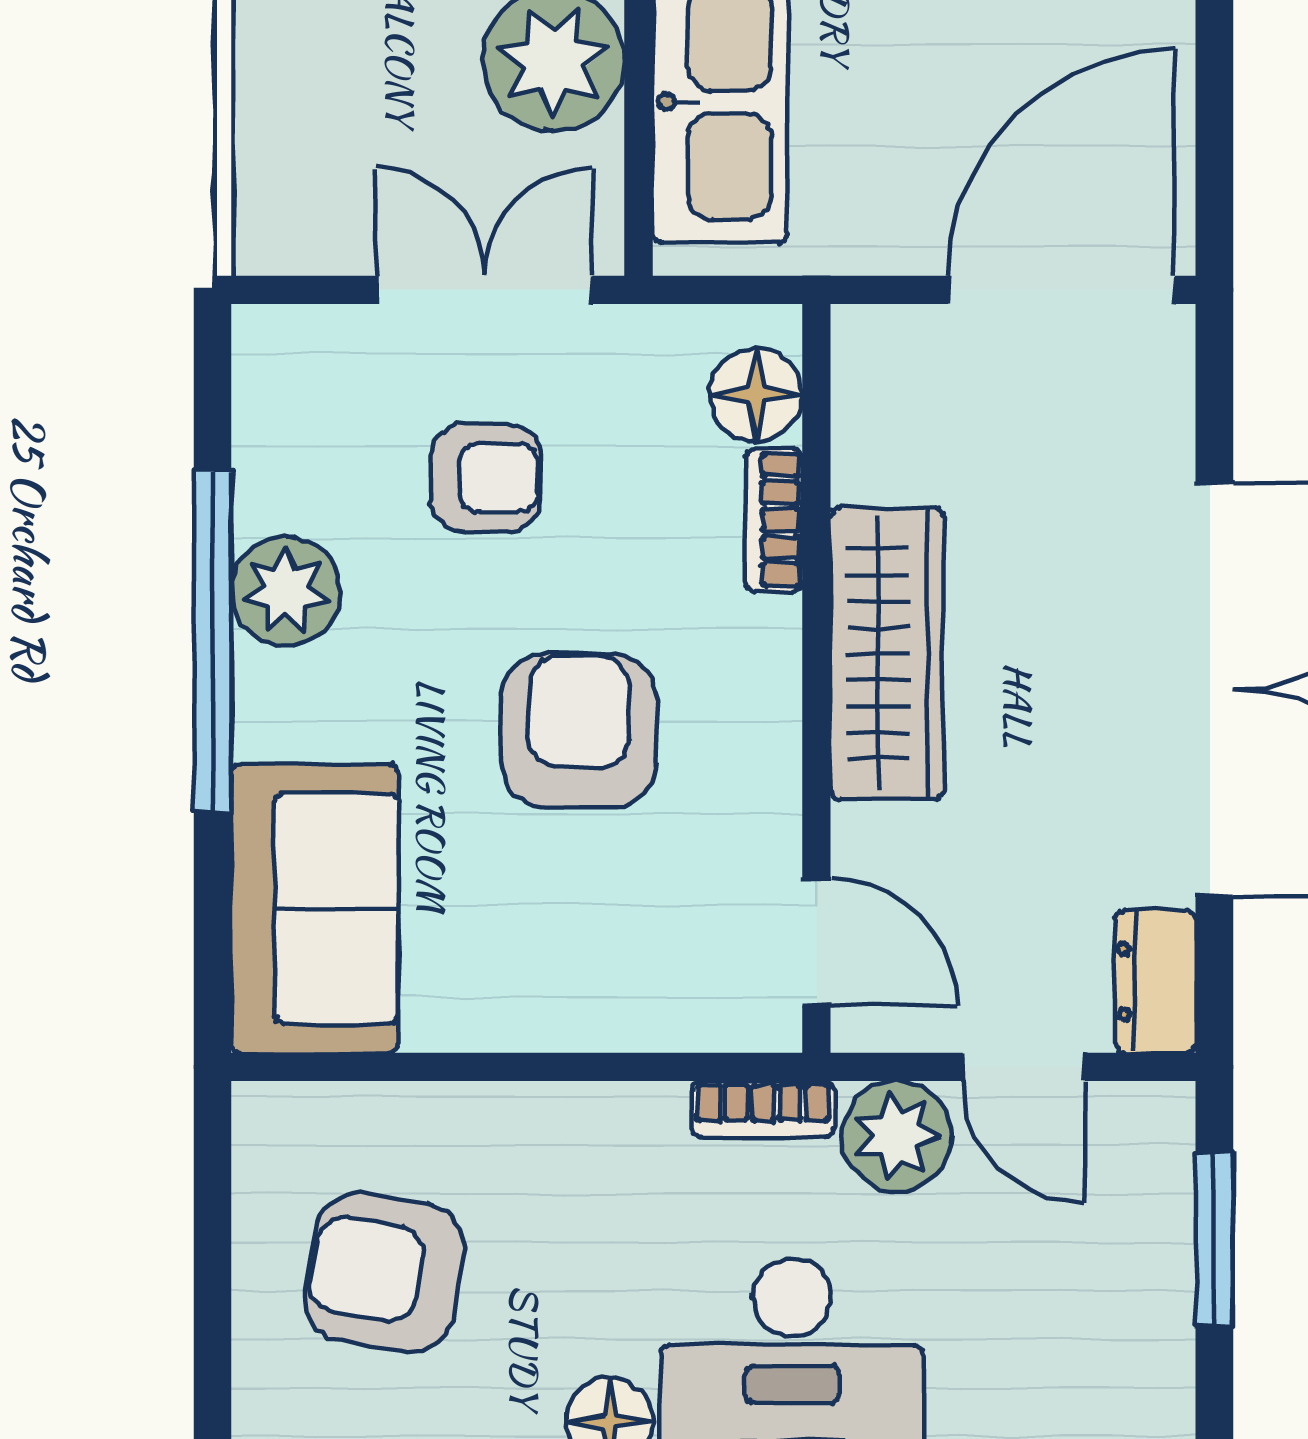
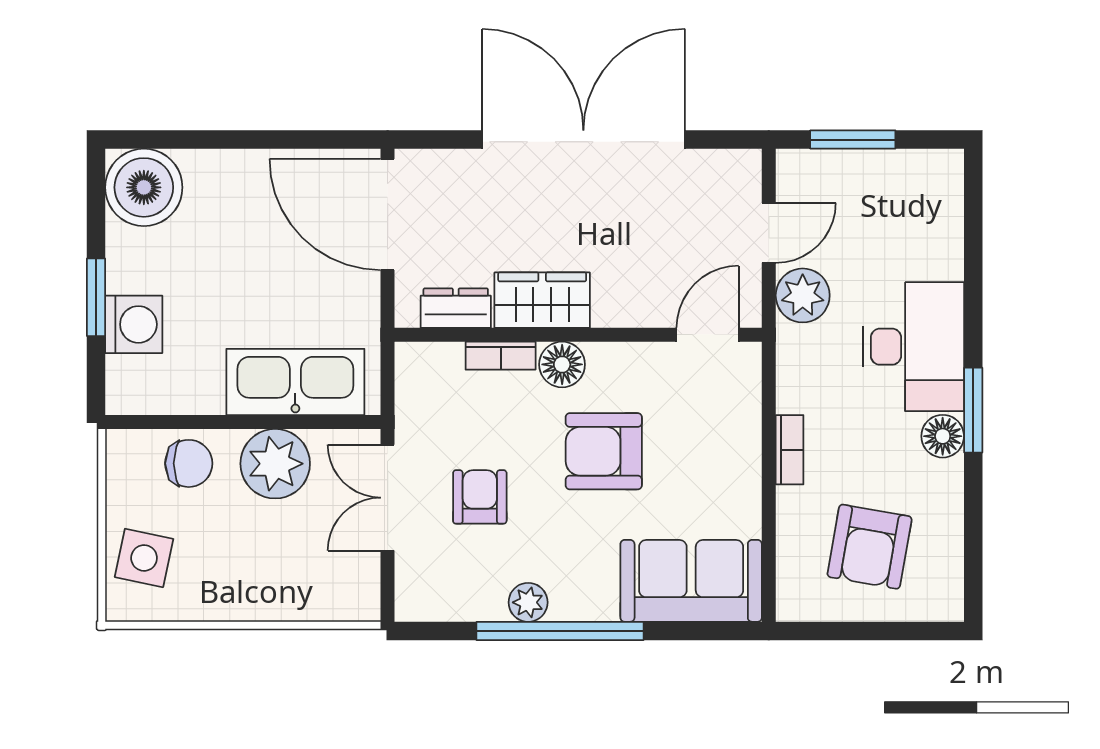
floor lamp: (756, 395) -> (562, 364), moved
plant: (286, 591) -> (528, 602), width x0.73, depth x0.73
wardrobe: (887, 654) -> (542, 300), width x0.67
dresser: (1155, 981) -> (456, 308), moved, turned 180
bookcase: (763, 1109) -> (790, 450), moved

